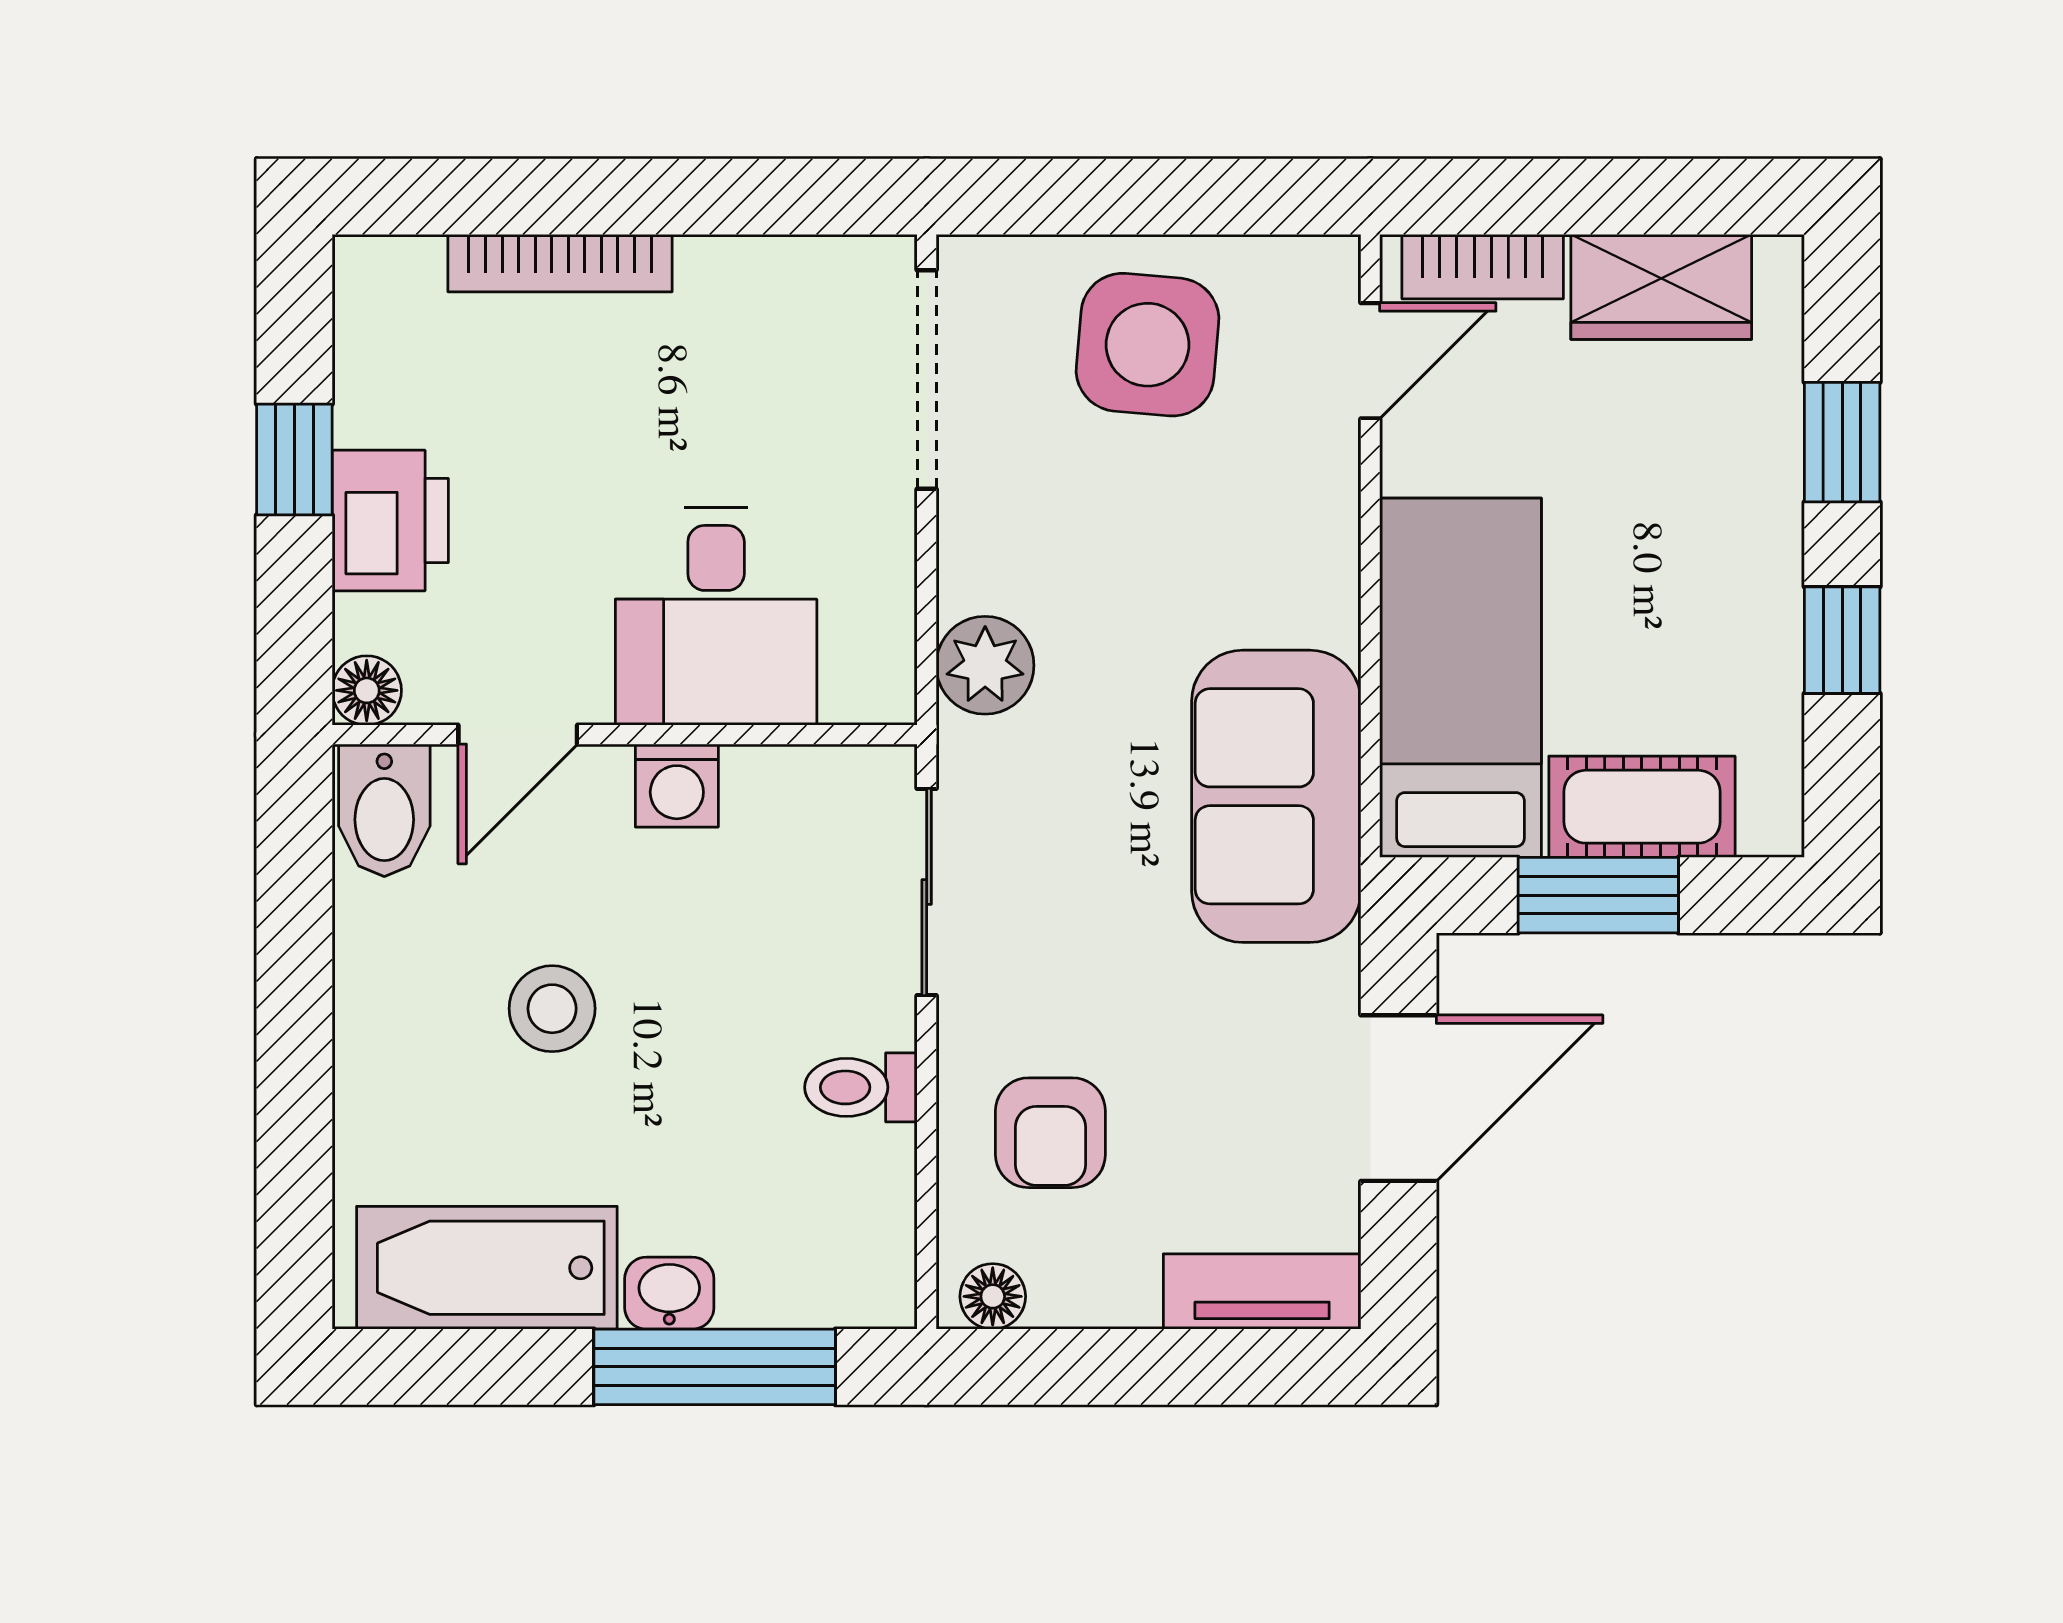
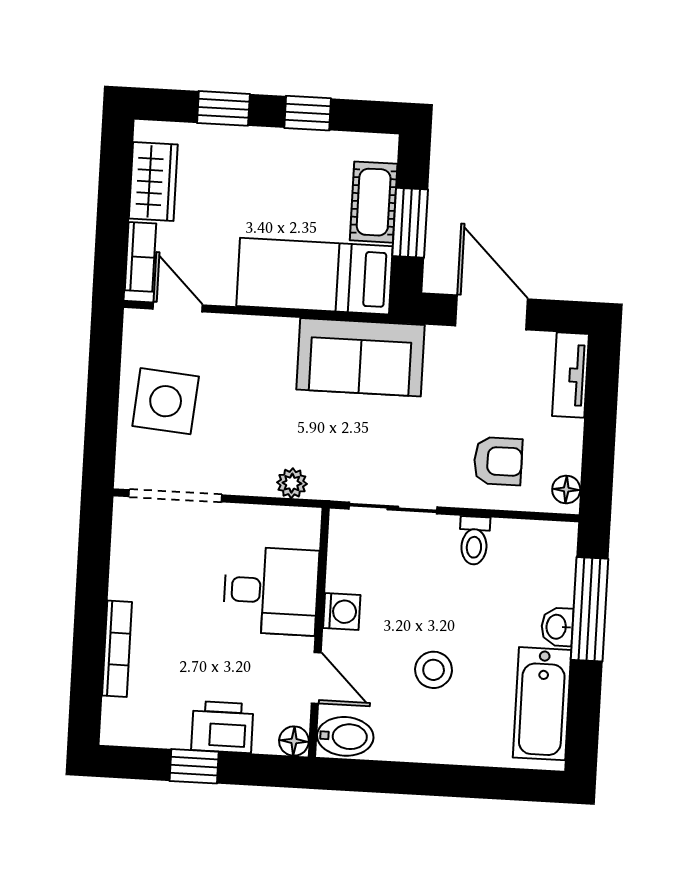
plant: (985, 665) -> (292, 483), width x0.73, depth x0.73

